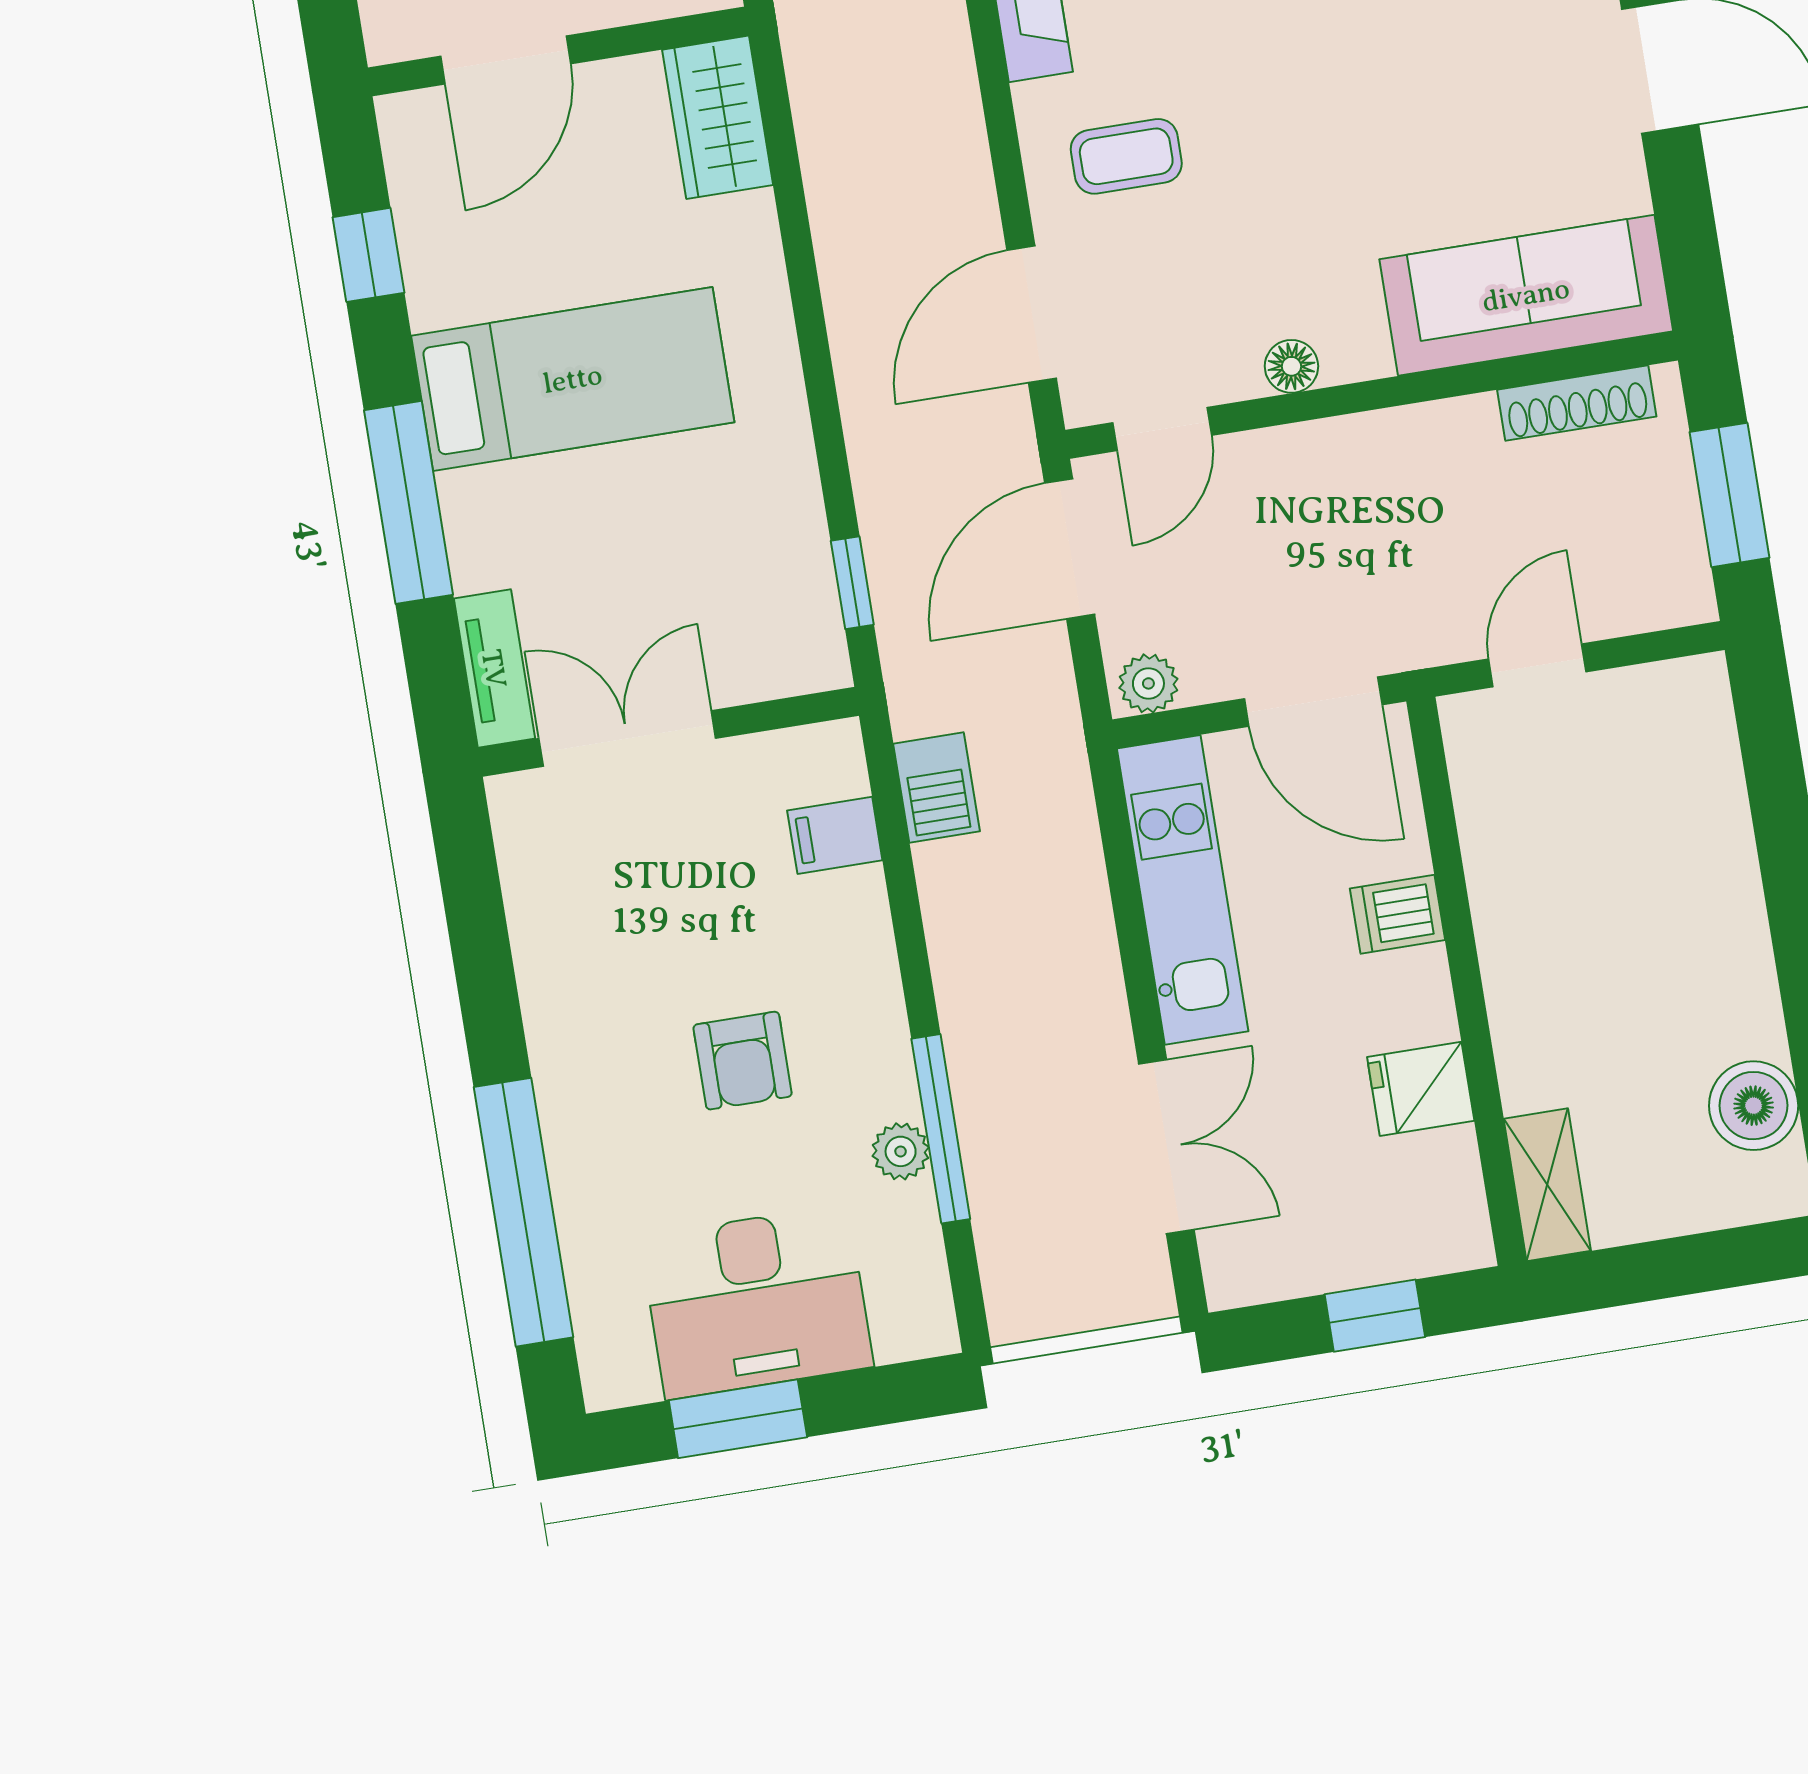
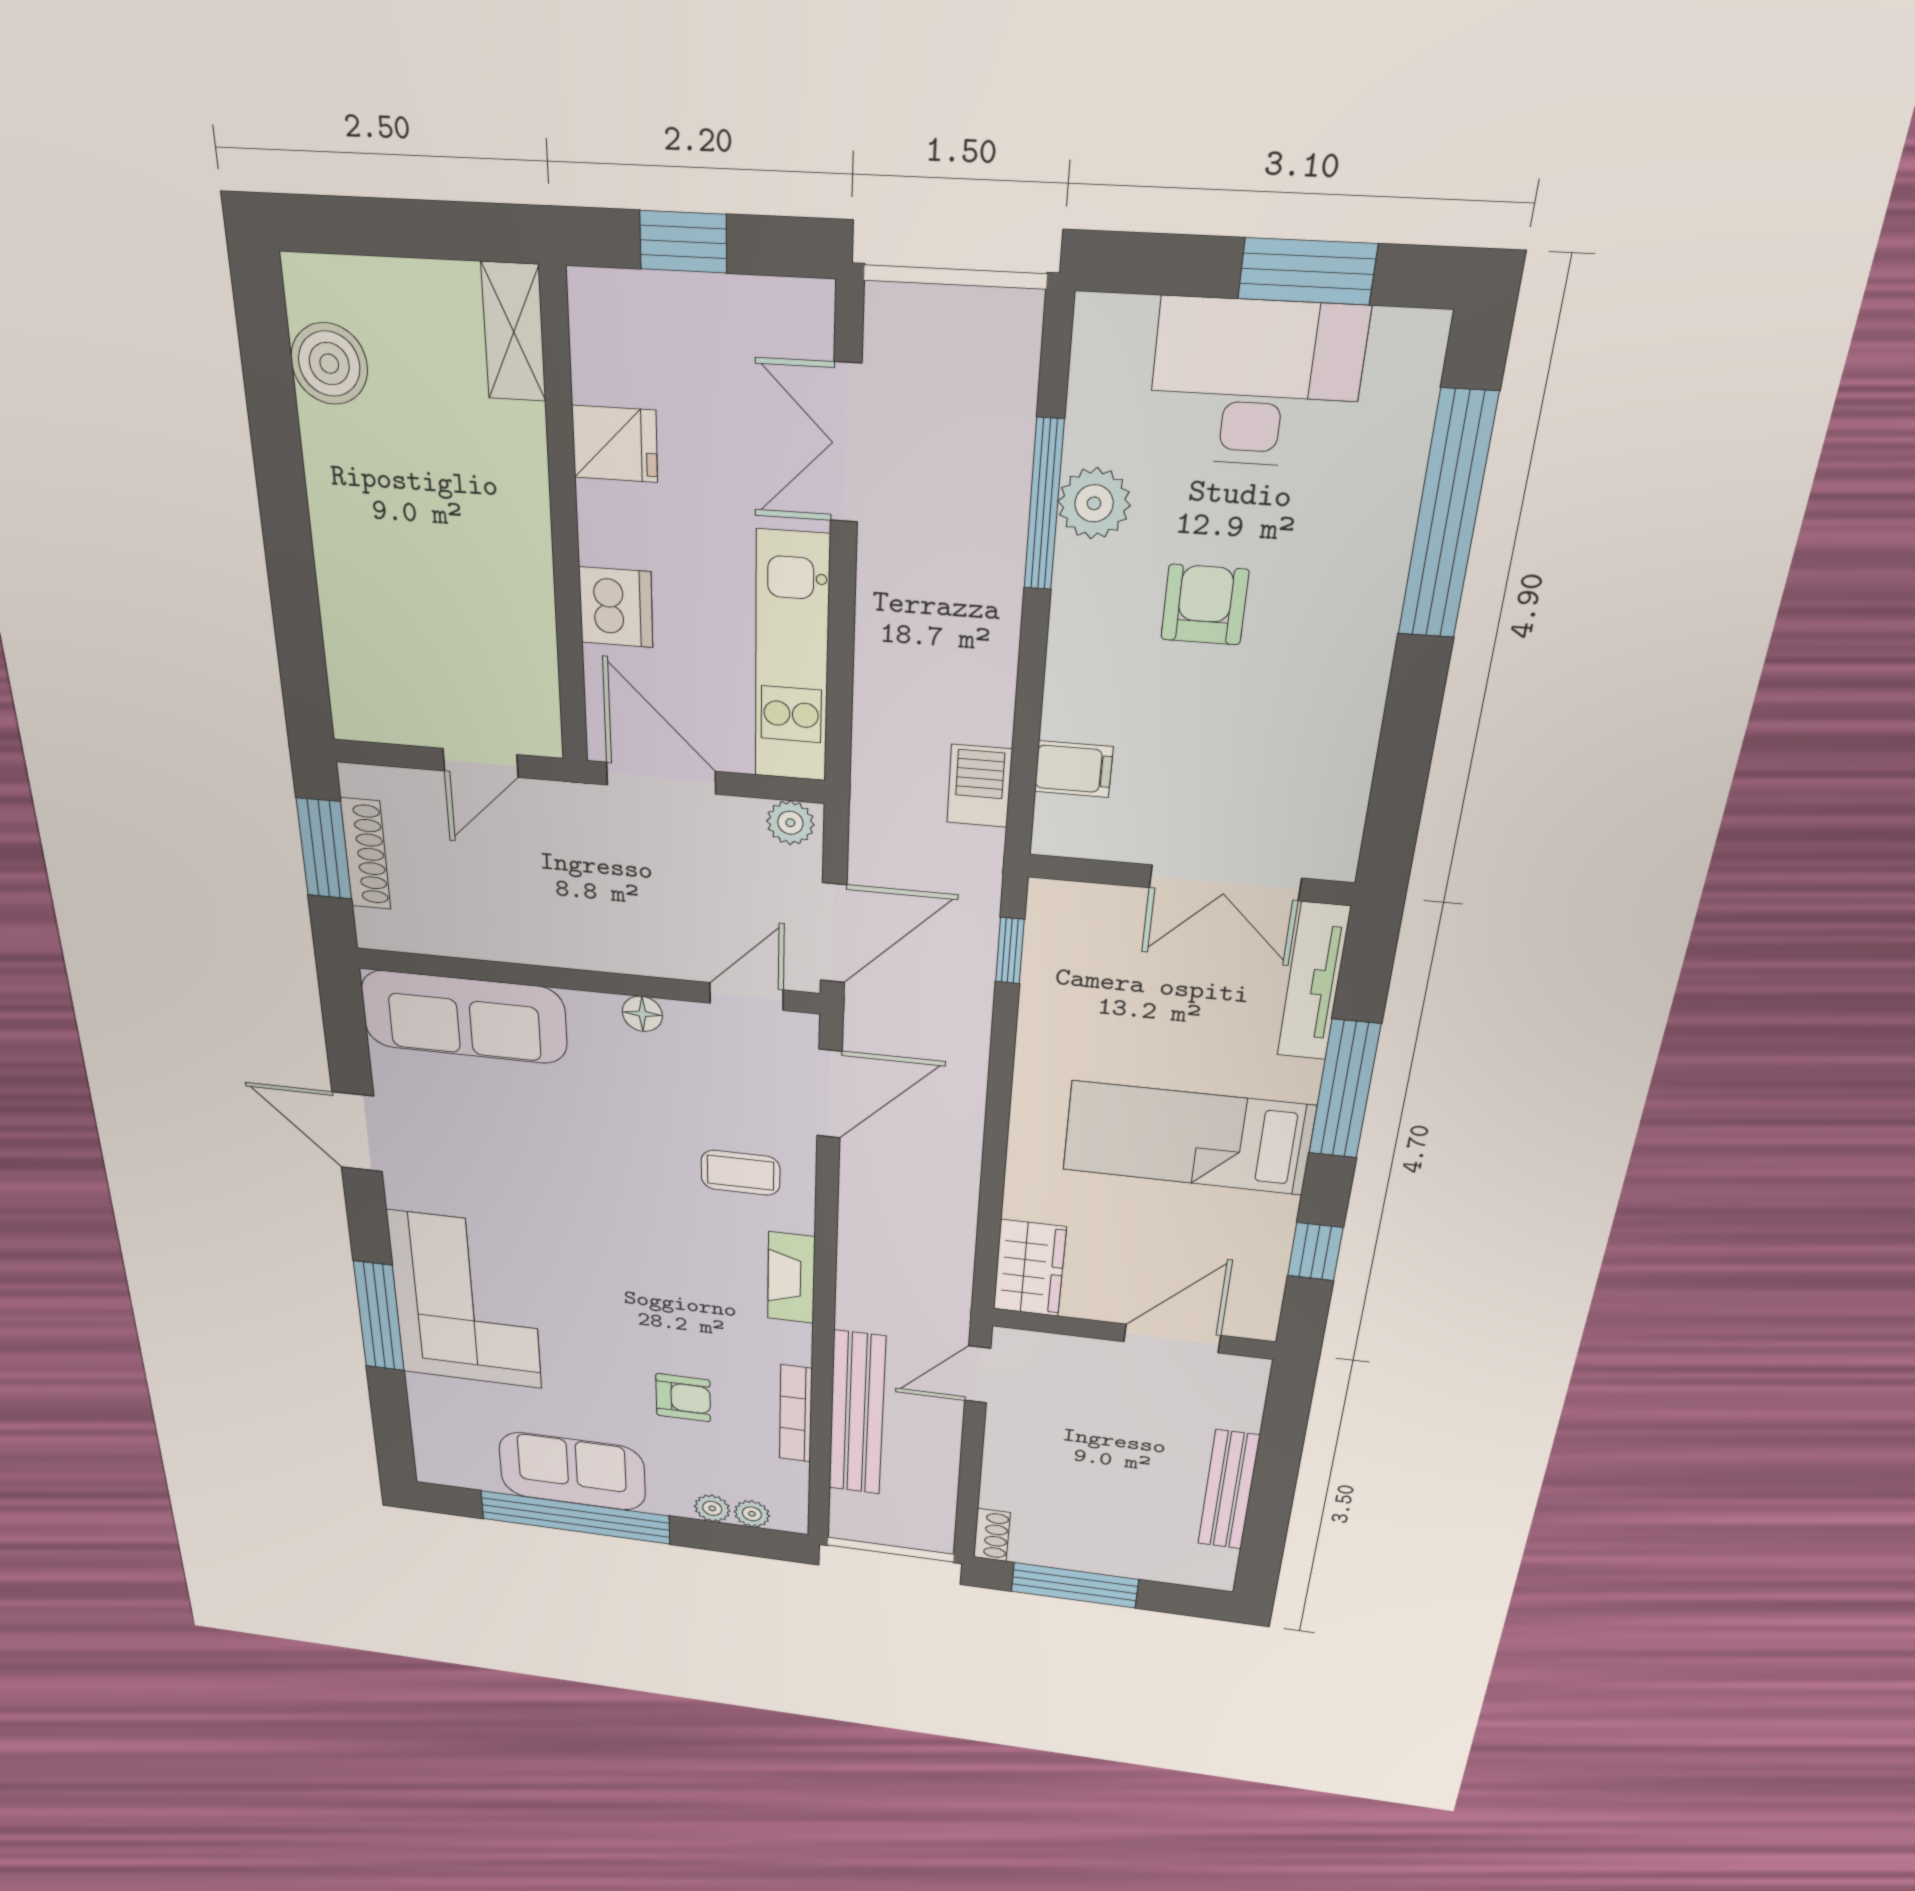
shoe rack: (1577, 403) -> (366, 854), moved, turned 90
tv unit: (494, 669) -> (1314, 982), width x1.41
dishwasher: (1397, 914) -> (616, 607), width x1.38
plant: (901, 1151) -> (1094, 503), width x1.38, depth x1.38

